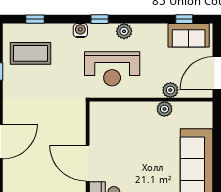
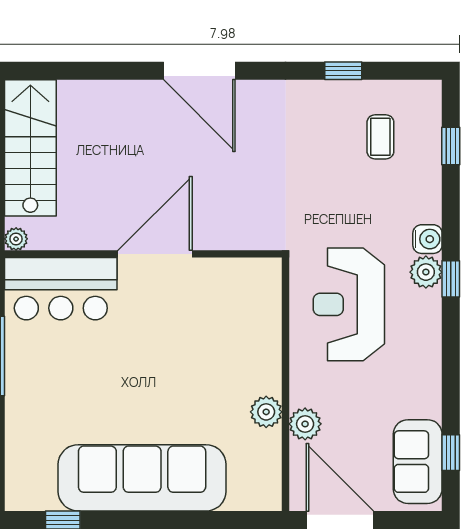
plant: (124, 31) -> (426, 272), moved
coffee table: (31, 53) -> (380, 137), width x0.54, depth x0.58

